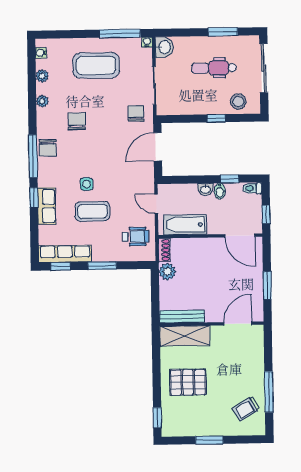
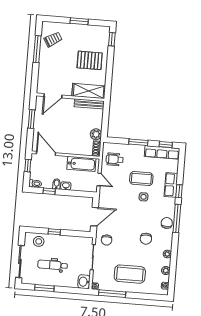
dental chair: (214, 68) -> (53, 265), turned 180

